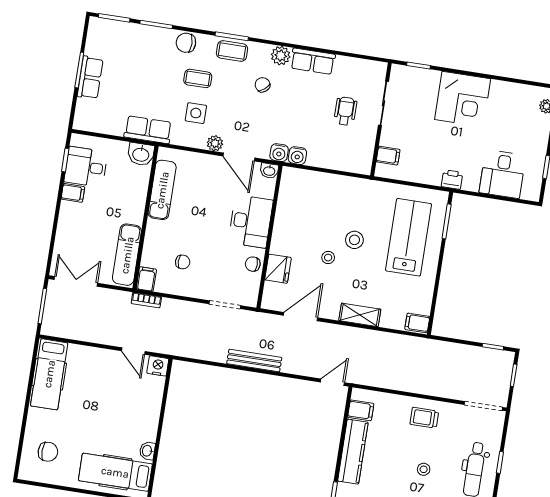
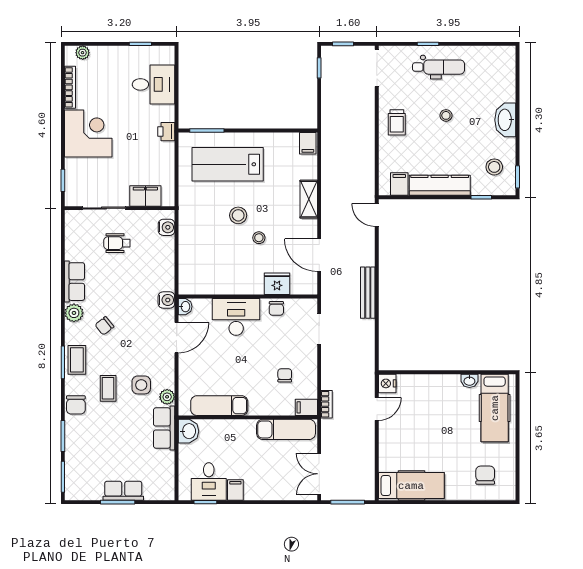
bookcase: (513, 88) -> (70, 87), added
plant: (215, 143) -> (167, 397), moved
water cooler: (297, 156) -> (167, 227), moved
filing cabinet: (388, 156) -> (145, 196), width x2.00

